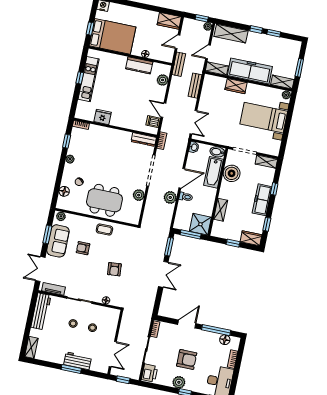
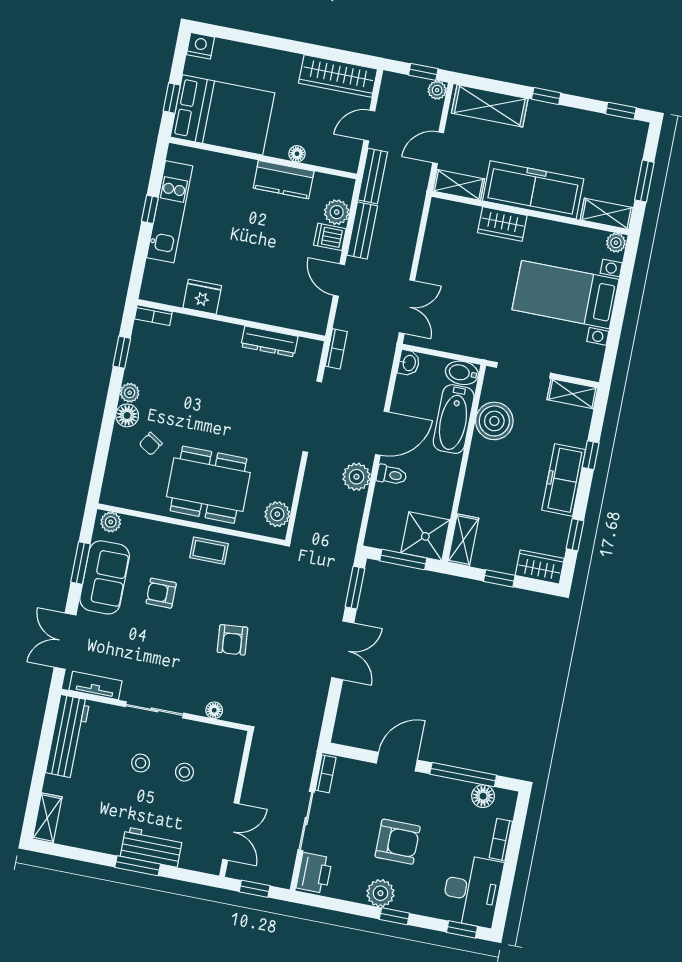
wardrobe: (169, 21) -> (338, 76), width x1.50
window: (274, 33) -> (621, 111), moved
bench: (195, 86) -> (362, 230), moved
dishwasher: (153, 122) -> (330, 237), moved
dresser: (144, 139) -> (269, 341), moved
floor lamp: (64, 191) -> (127, 415), moved
plant: (139, 195) -> (277, 514), moved
shelving: (221, 210) -> (463, 540), moved

